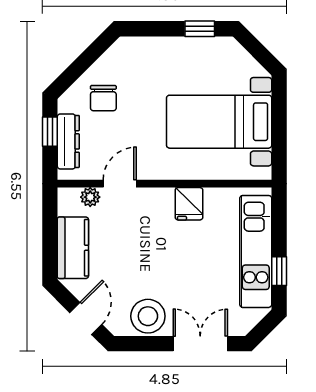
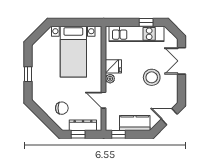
window: (200, 29) -> (28, 74), moved
plant: (90, 197) -> (110, 79), moved
window: (50, 214) -> (119, 134), added
stool: (148, 316) -> (152, 77), moved

